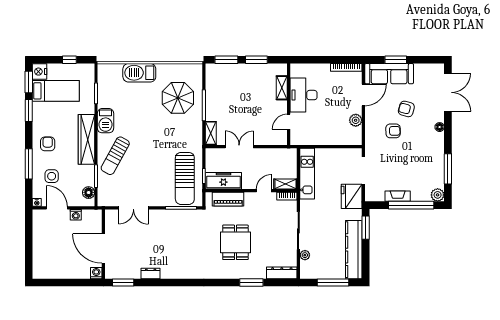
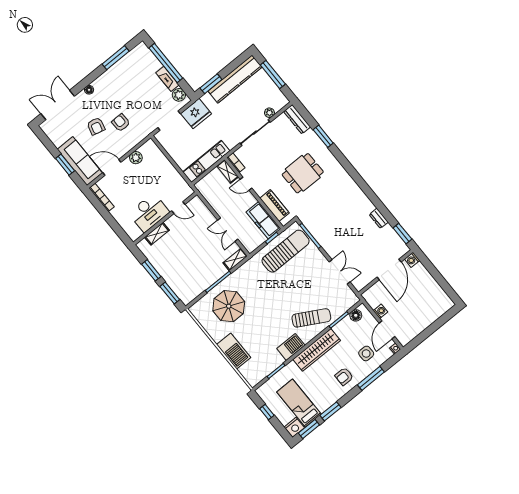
plant: (438, 195) -> (179, 95), moved

